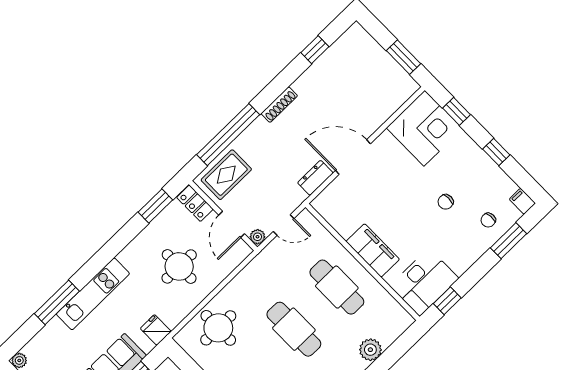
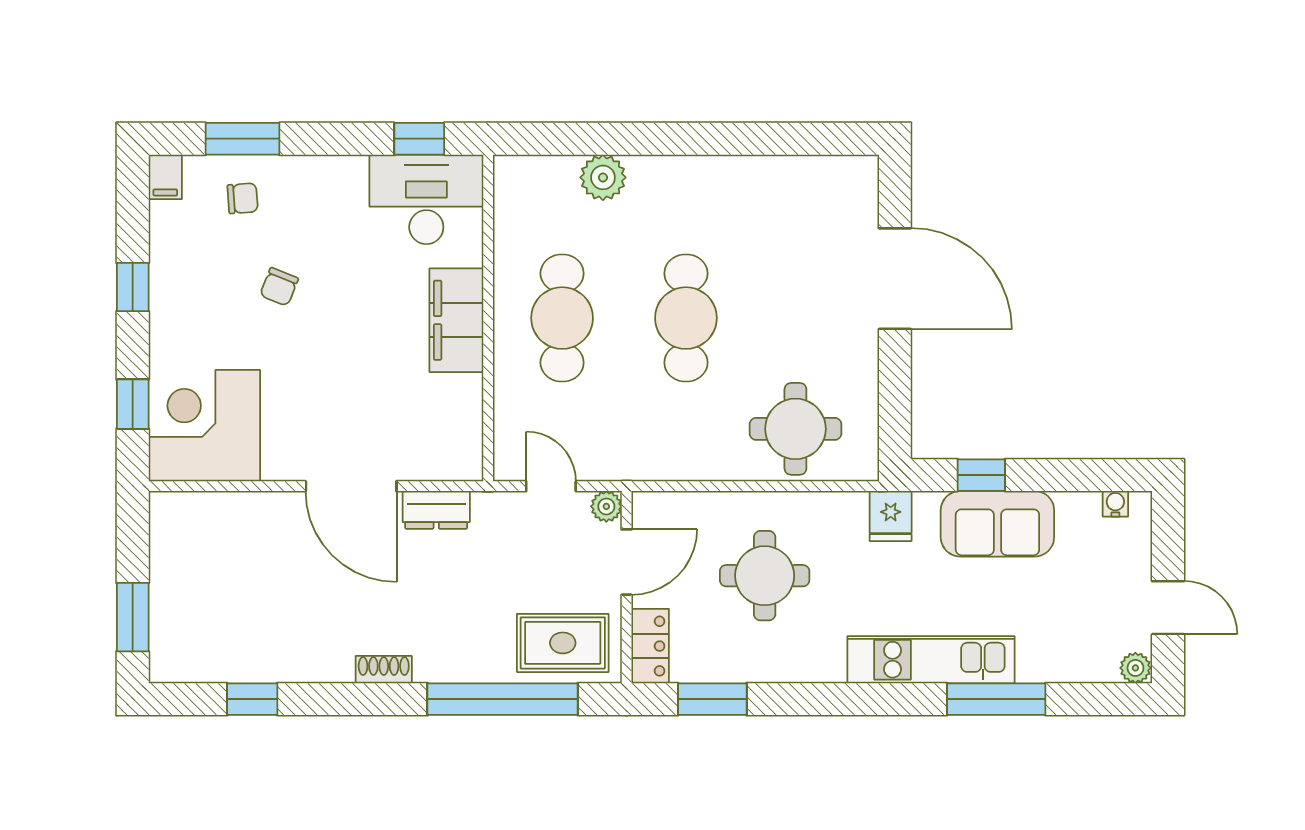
window: (403, 57) -> (133, 617), moved
shoe rack: (279, 105) -> (384, 670), width x0.70
chair: (446, 202) -> (279, 287), turned 112

